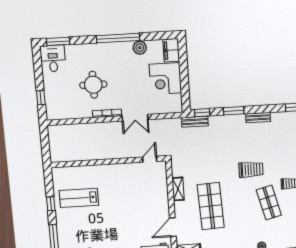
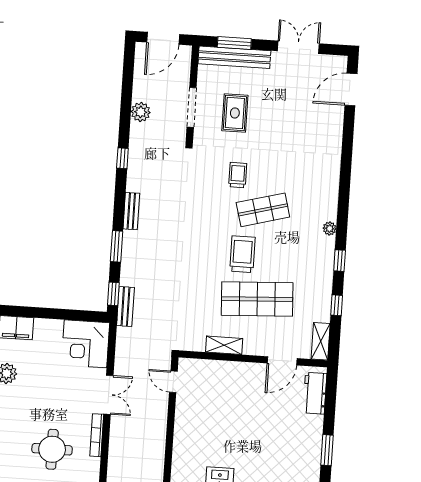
corner desk: (165, 79) -> (86, 344), moved, turned 90
trolley: (251, 170) -> (242, 254), moved
door: (173, 227) -> (282, 361), hinge flipped

